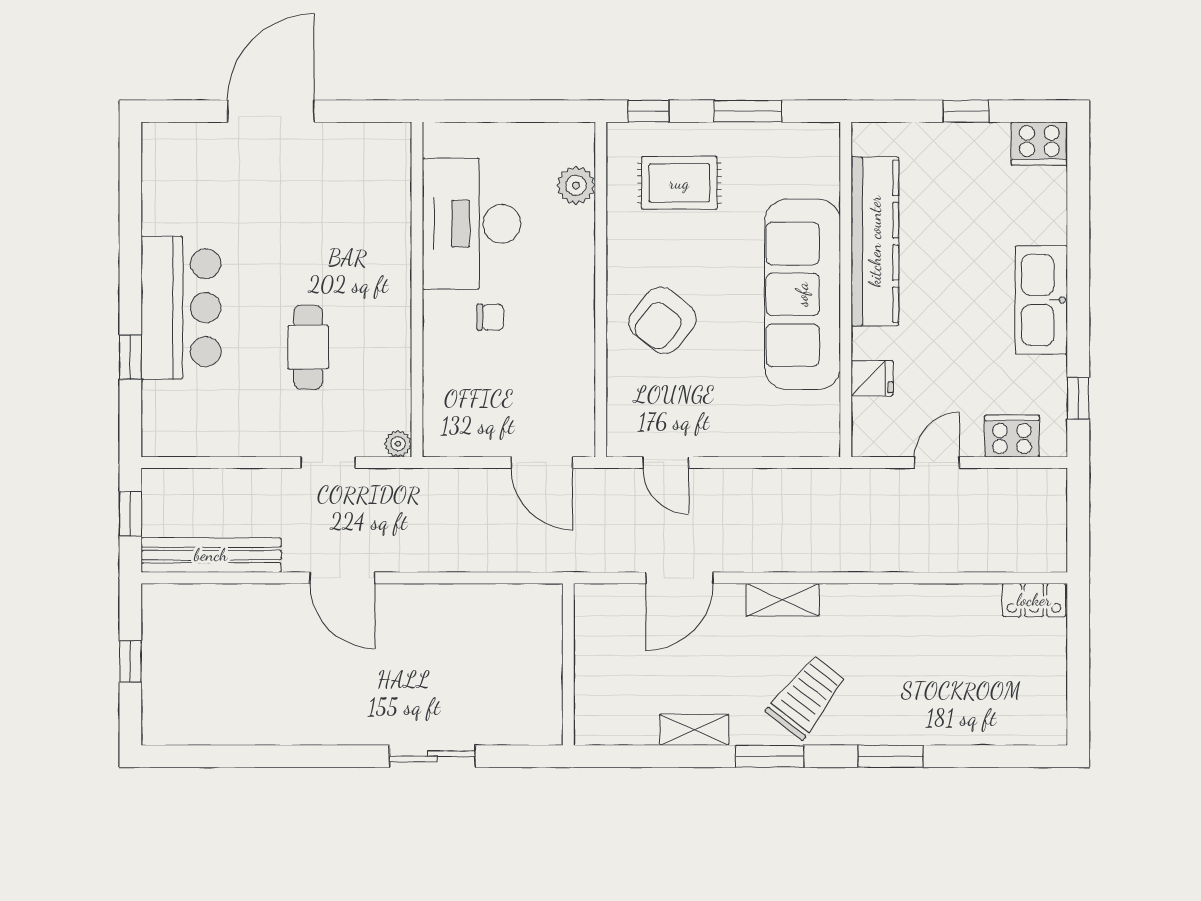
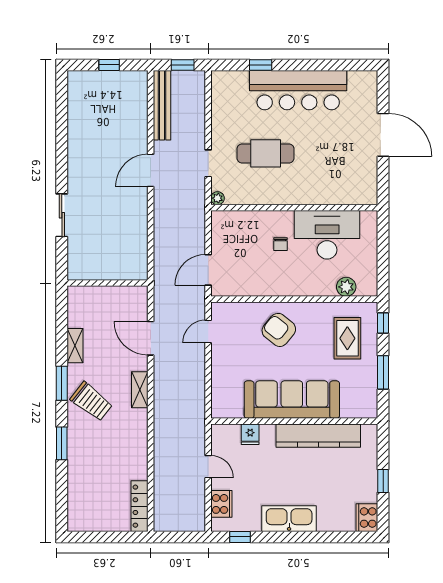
bar counter: (181, 308) -> (298, 90), width x1.36
cafe table: (308, 347) -> (266, 153), width x1.37, depth x1.35
locker: (1034, 600) -> (140, 506), width x1.53

